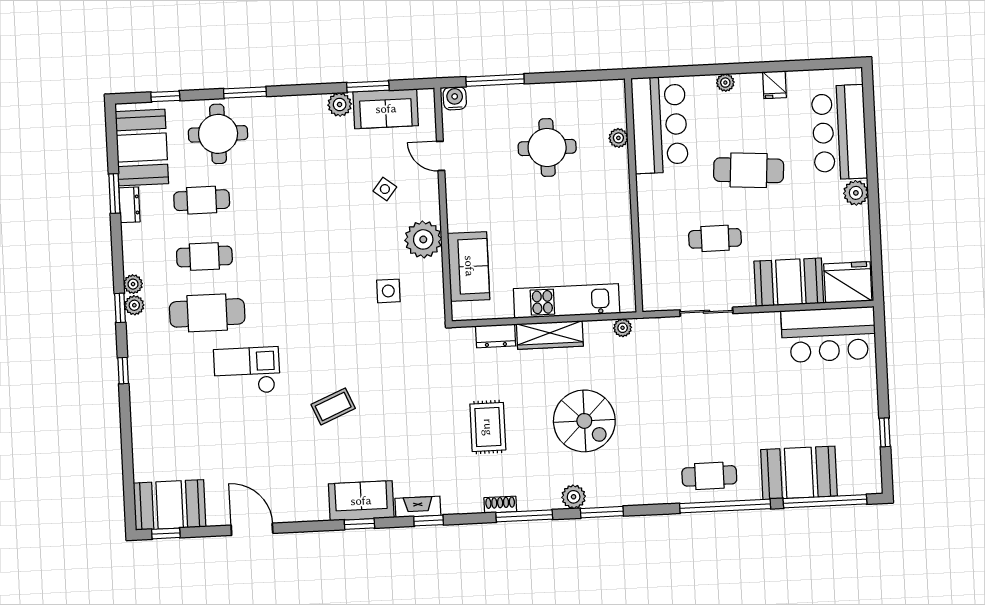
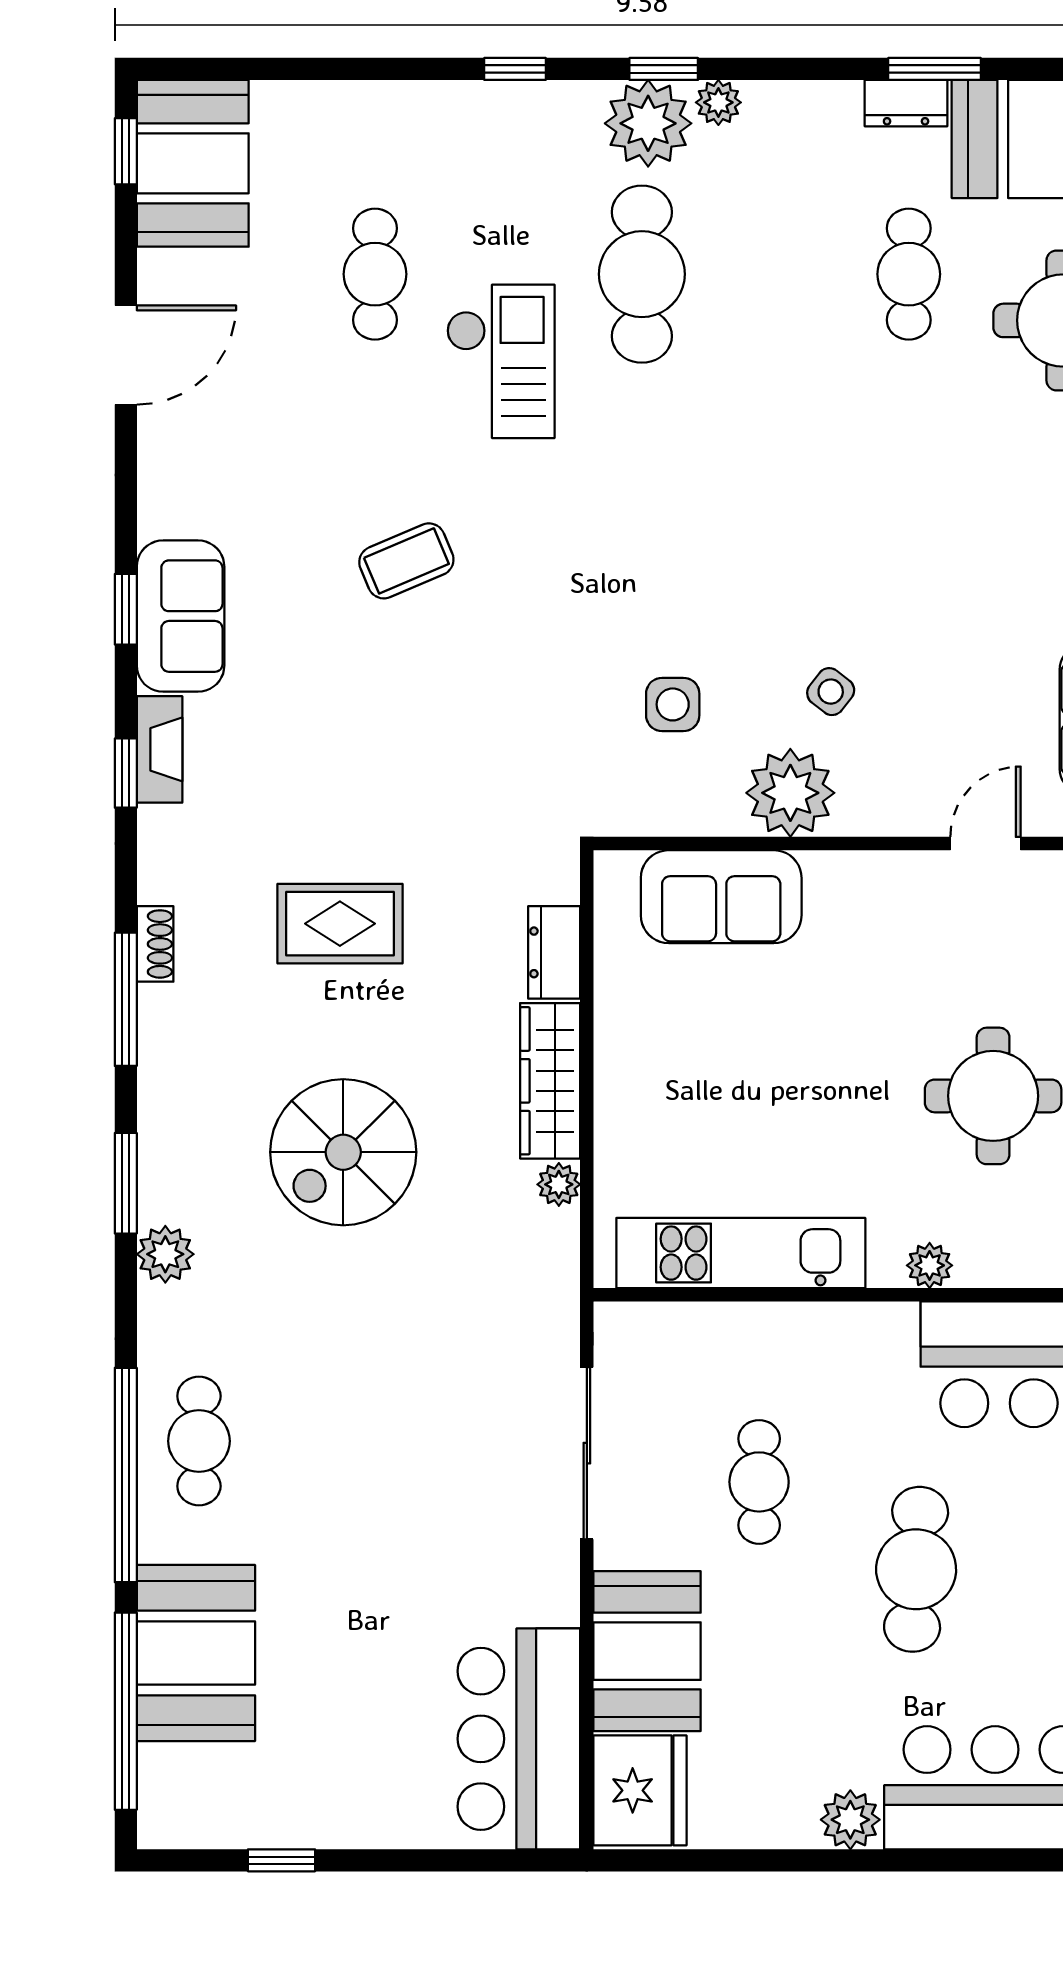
plant: (618, 138) -> (930, 1265), moved
side table: (385, 189) -> (831, 692), moved
cafe table: (204, 256) -> (375, 274), moved
kitchen unit: (567, 301) -> (741, 1253), moved, turned -90
plant: (134, 305) -> (648, 123), width x1.87, depth x1.87
sliding door: (706, 312) -> (587, 1453), width x1.37
plant: (623, 328) -> (559, 1184), moved
coffee table: (333, 406) -> (406, 561), turned 90
plant: (574, 497) -> (165, 1254), moved

